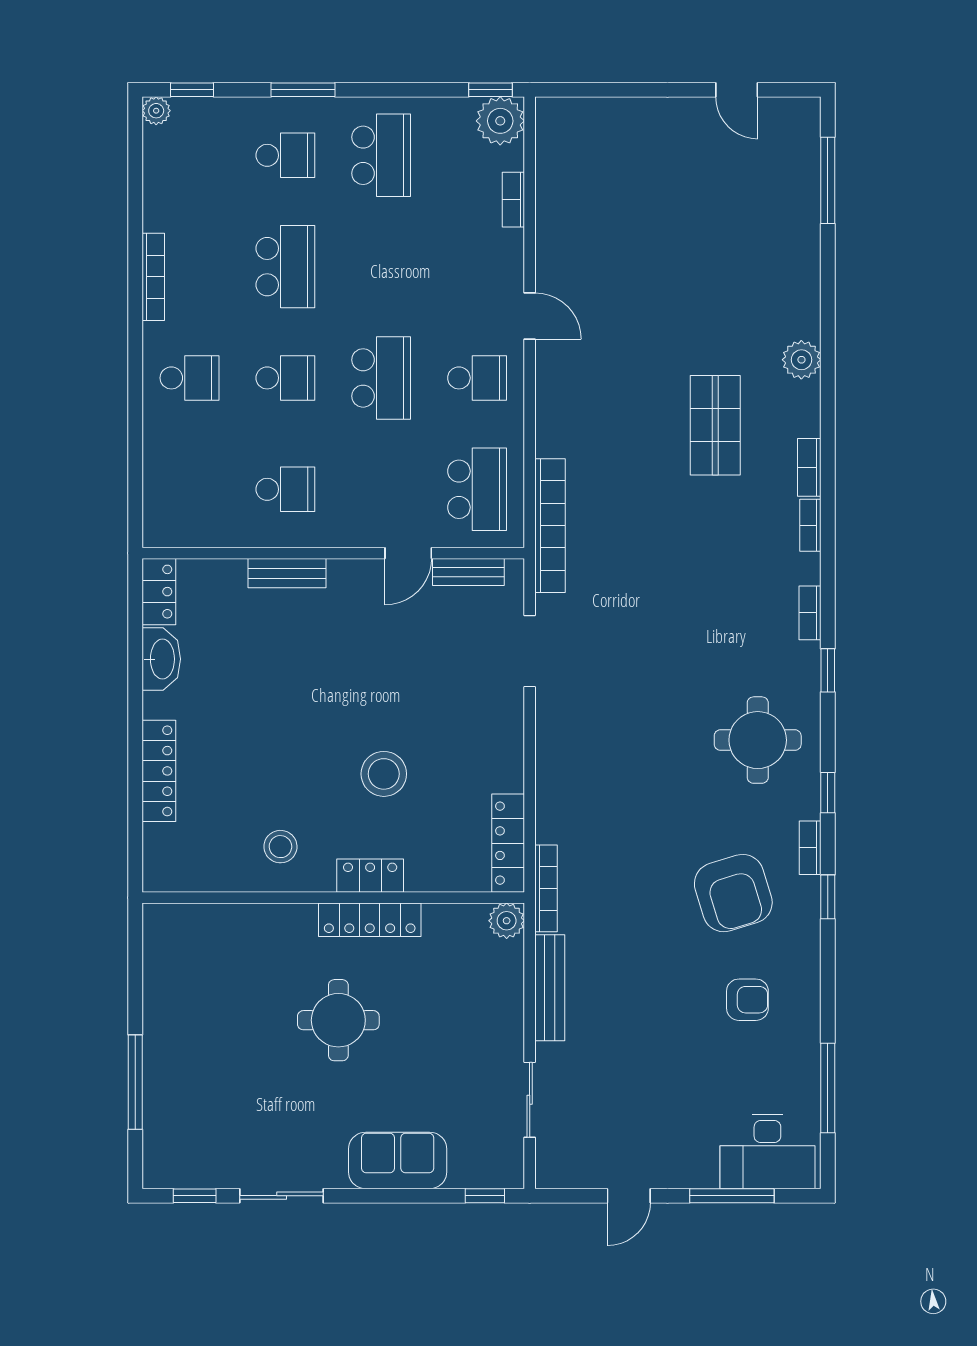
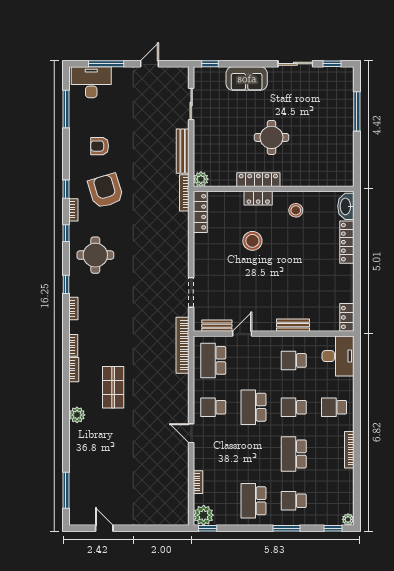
desk: (180, 500) -> (338, 356), added
washbasin: (161, 659) -> (346, 206), moved

